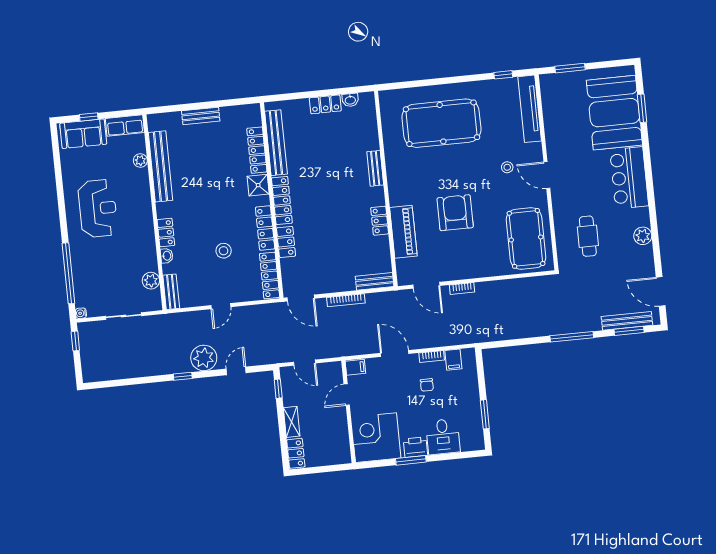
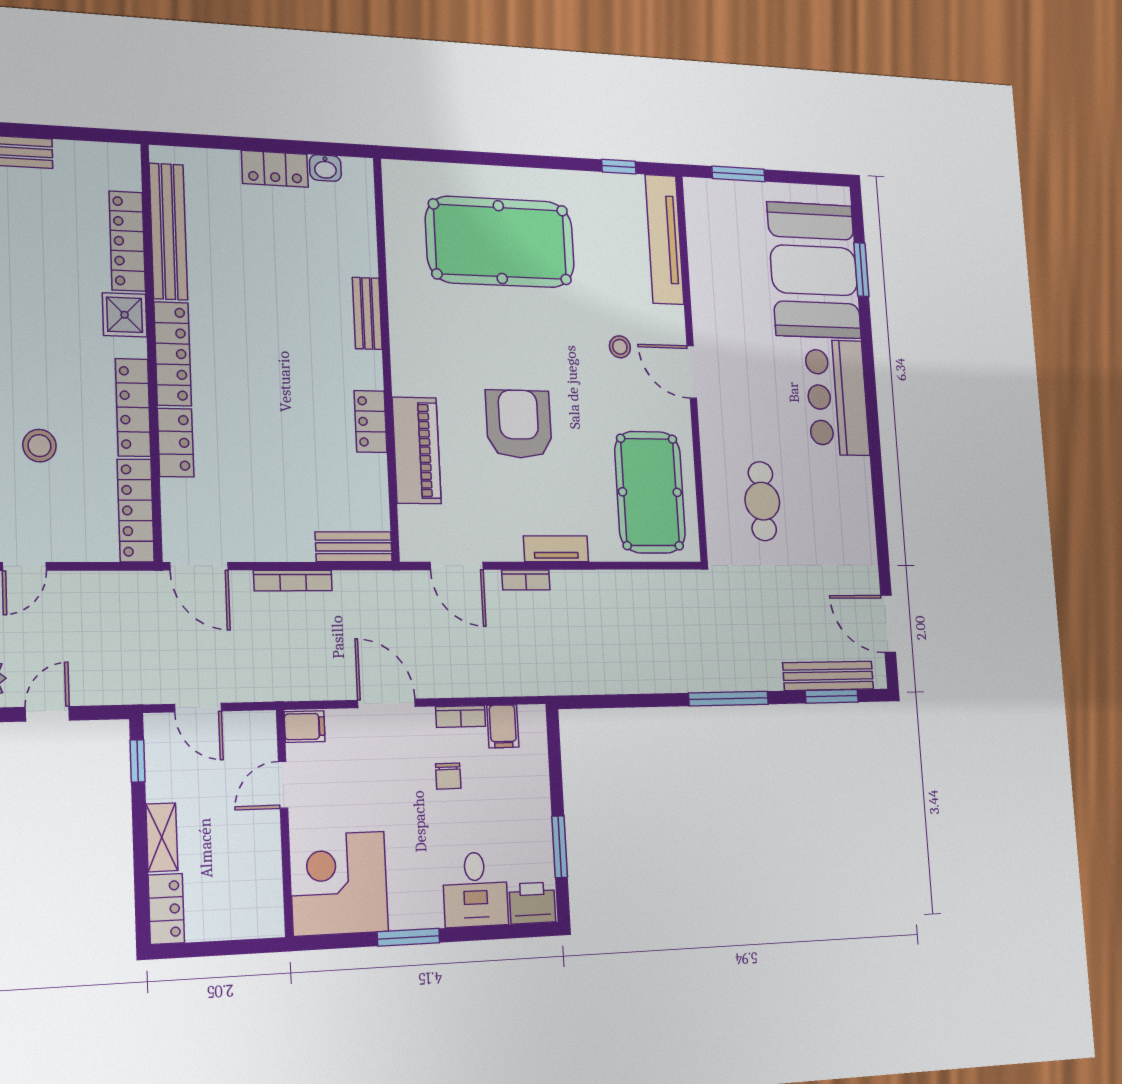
plant: (643, 236) -> (859, 512), removed
tv unit: (477, 272) -> (556, 549), added
printer: (415, 447) -> (532, 903), moved

